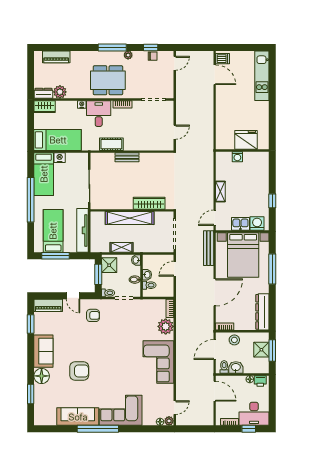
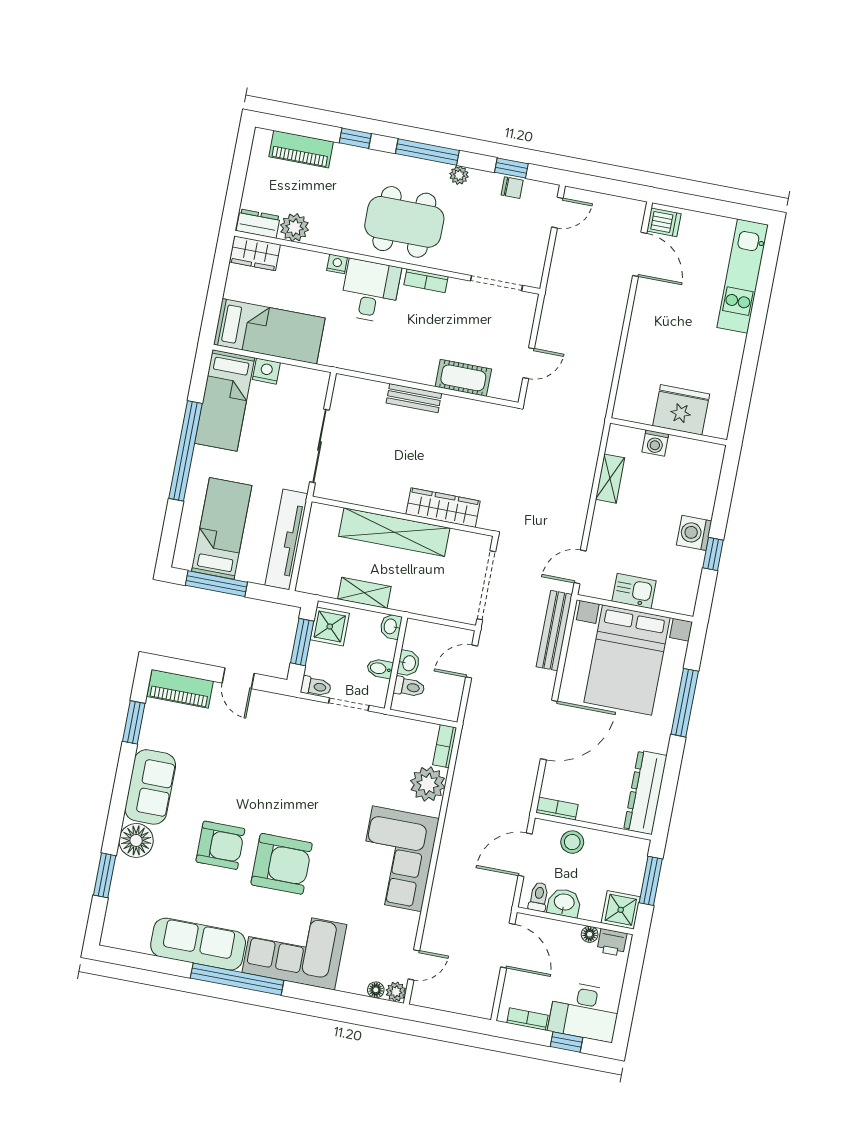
window: (79, 47) -> (355, 138), added
cot: (111, 144) -> (463, 378), moved
shelving: (220, 191) -> (610, 479), moved
washing machine: (257, 224) -> (694, 533), moved, turned -90
armchair: (93, 315) -> (282, 864), moved, width x1.88, depth x1.88
shower: (261, 350) -> (621, 910), moved

